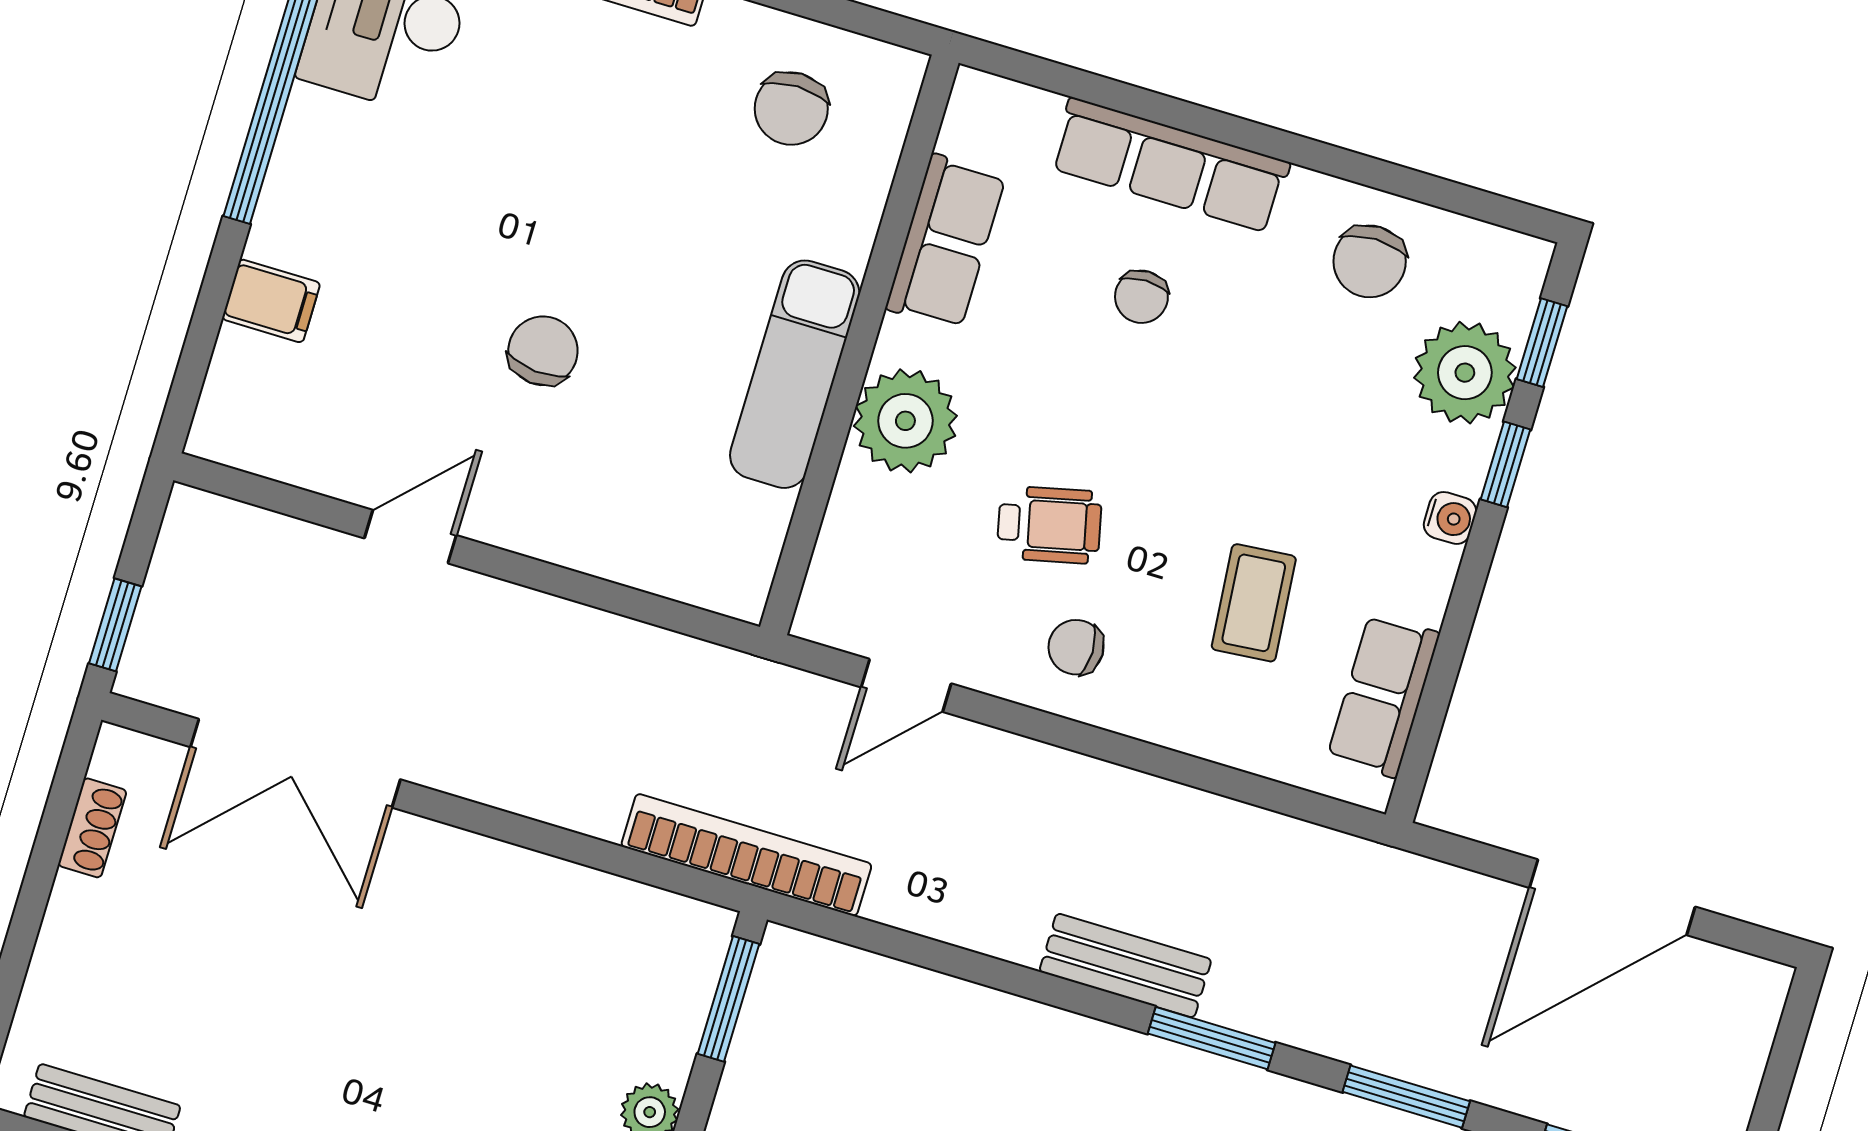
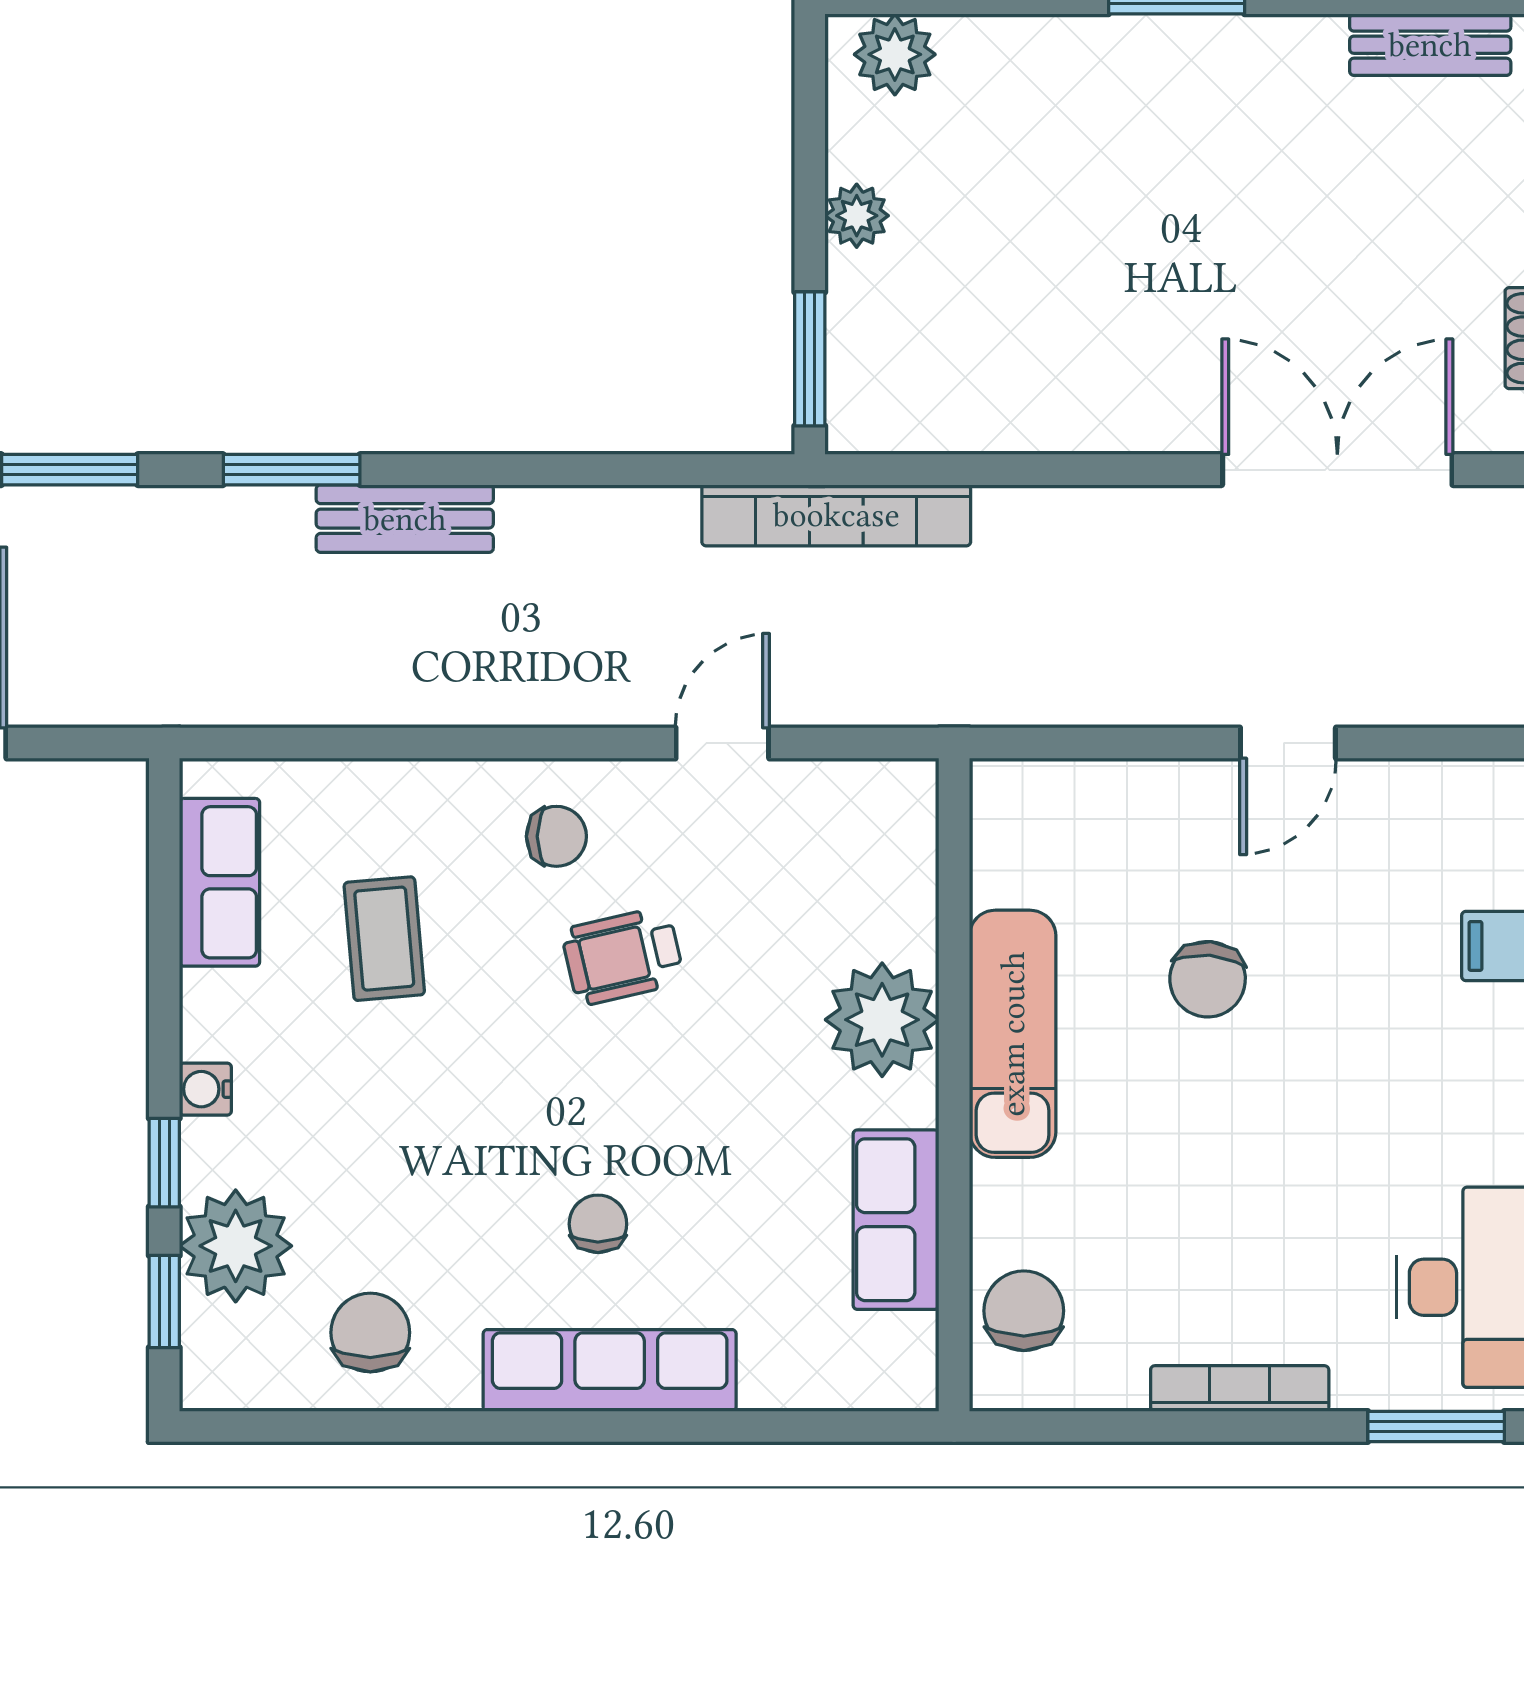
row of seats: (946, 242) -> (896, 1220), moved
wall: (859, 345) -> (954, 1085), moved
exam couch: (795, 374) -> (1013, 1034), moved
plant: (905, 421) -> (882, 1020), moved

